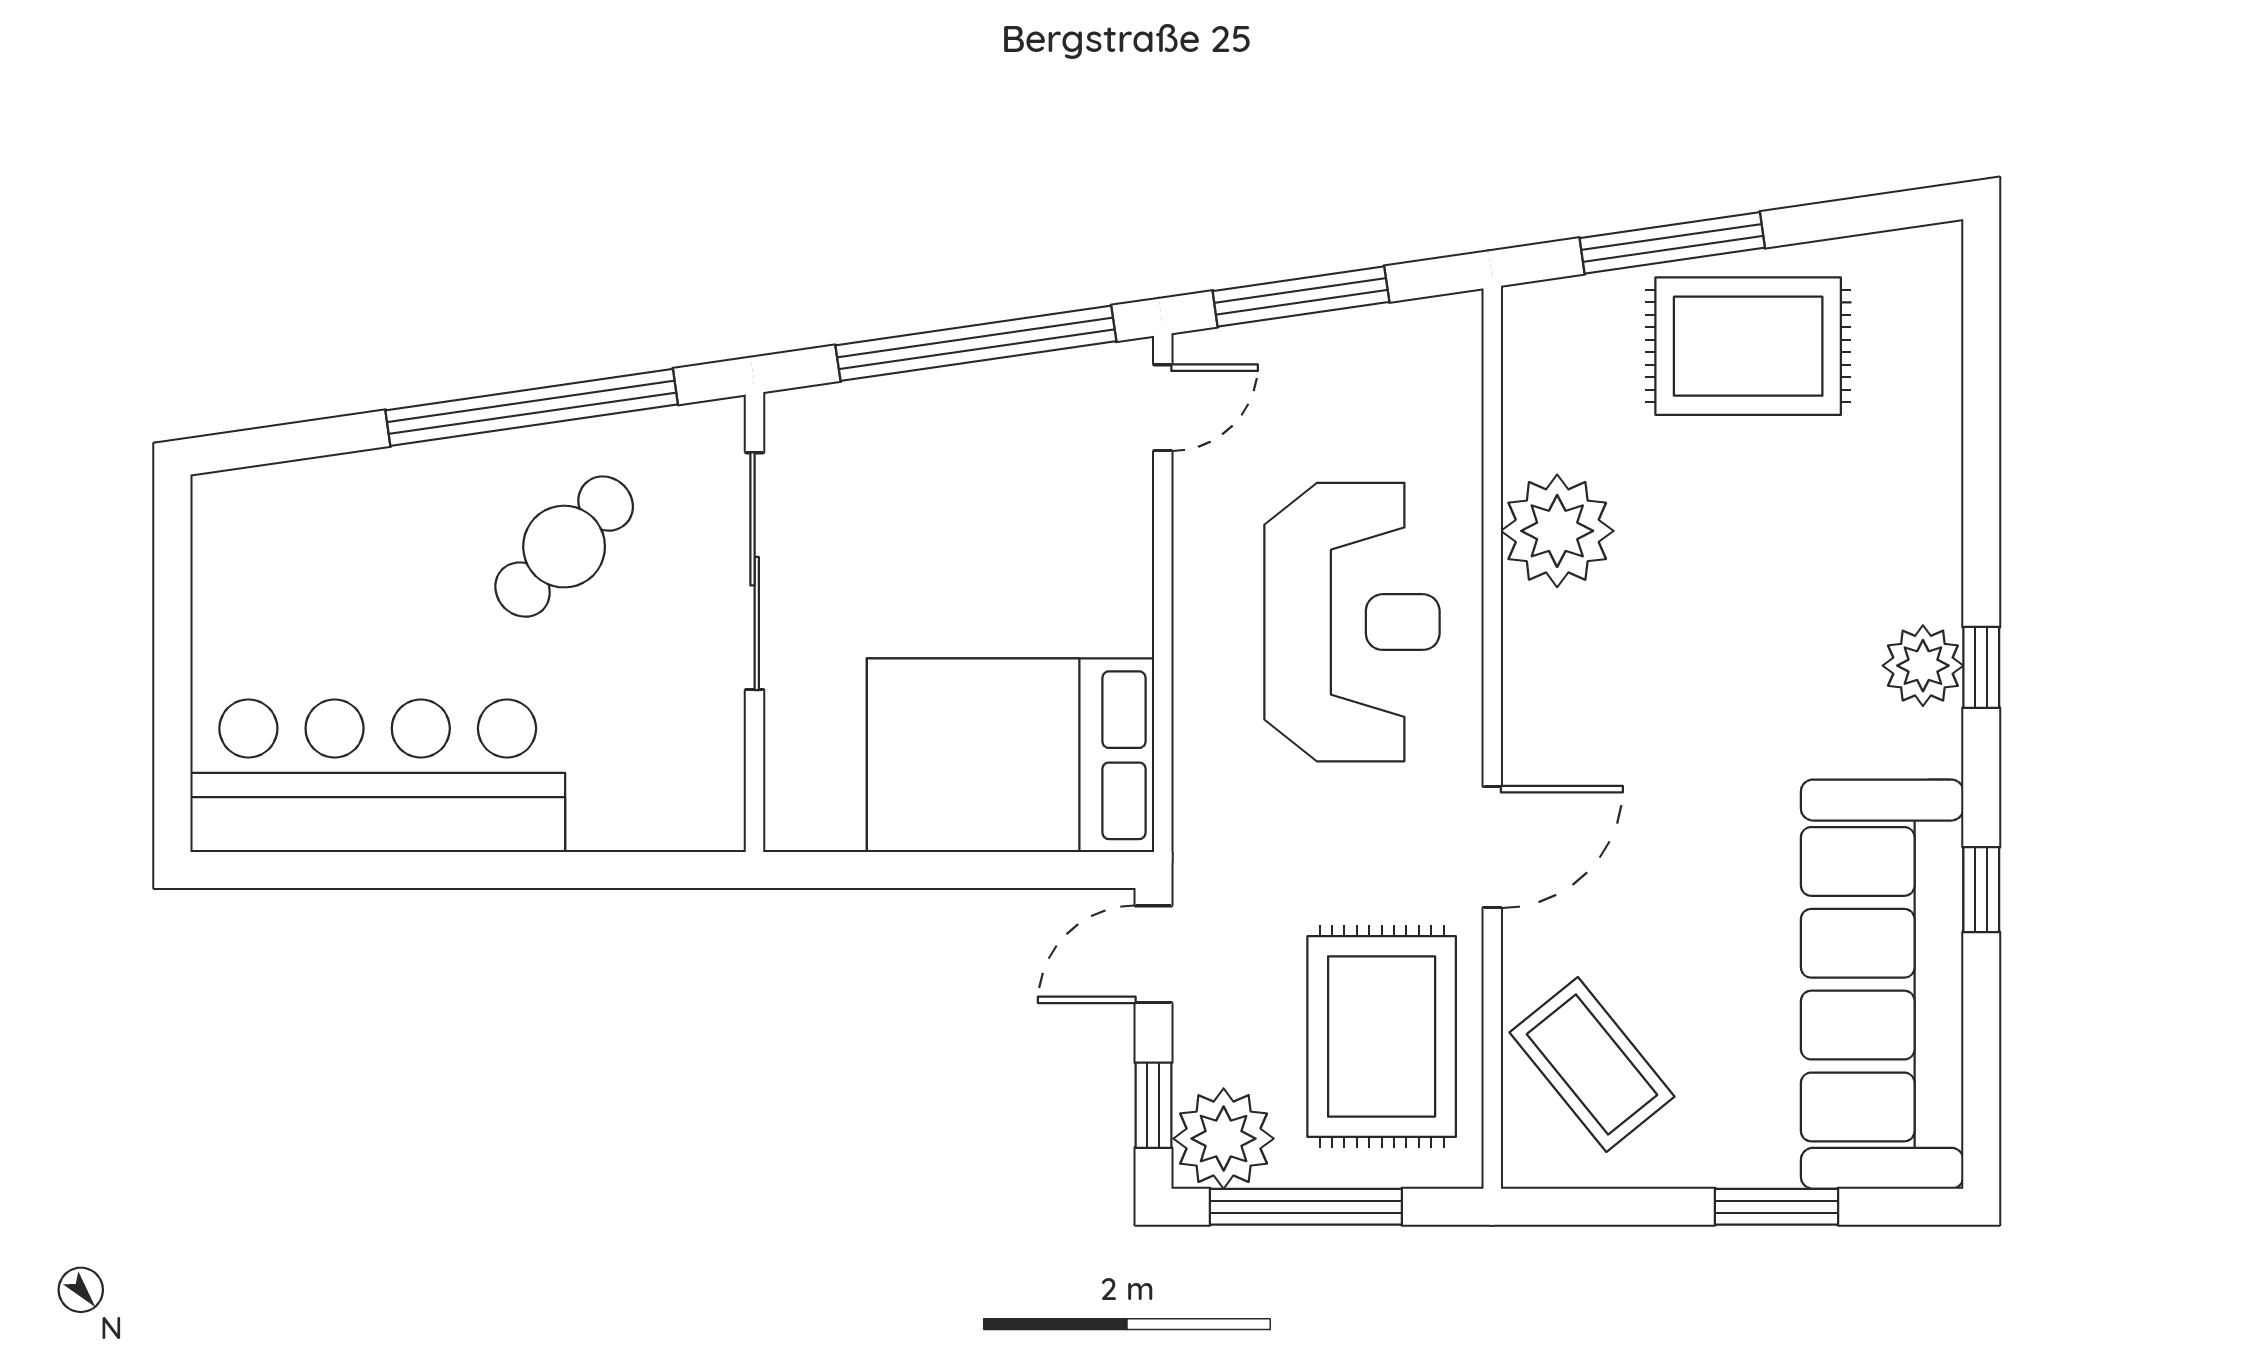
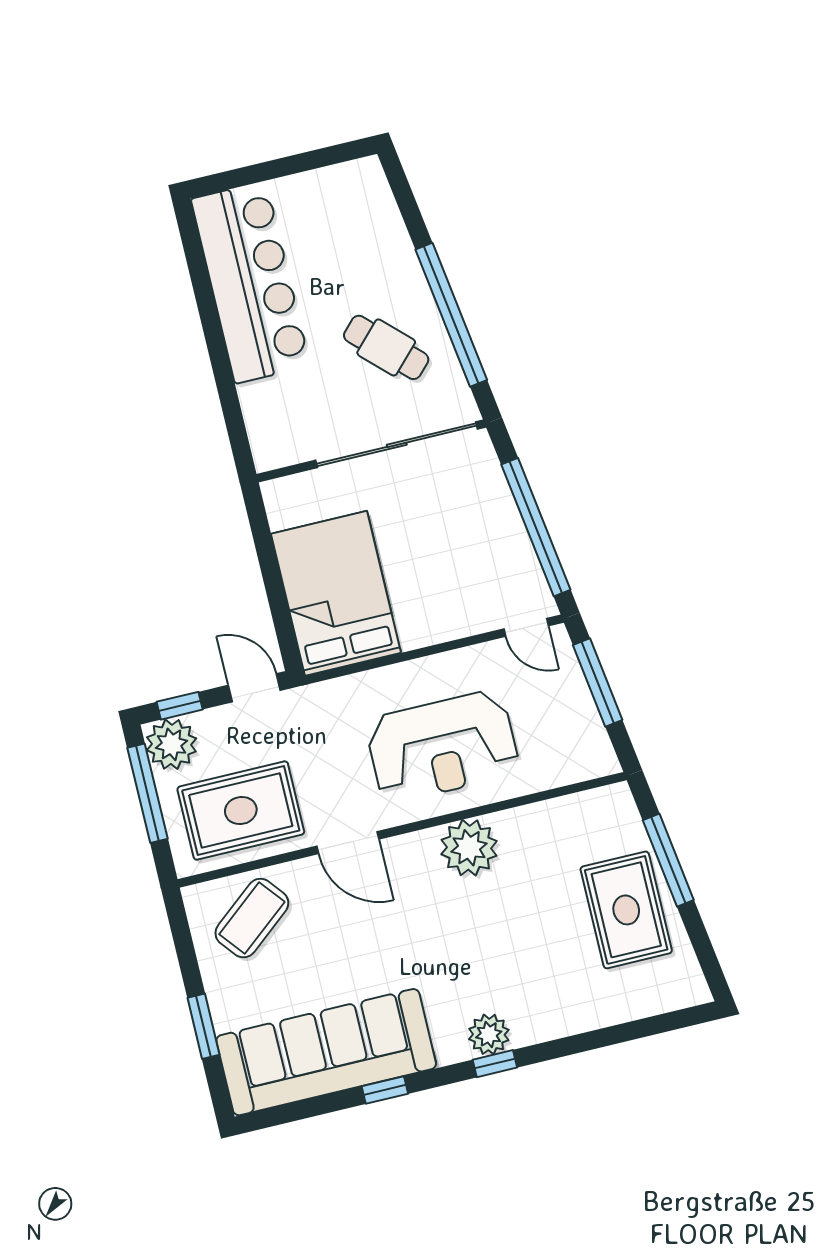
plant: (1557, 531) -> (469, 848), moved
sliding door: (755, 571) -> (397, 445), width x1.36

